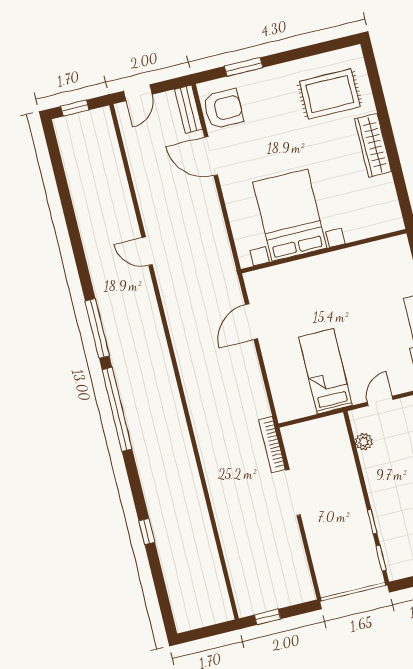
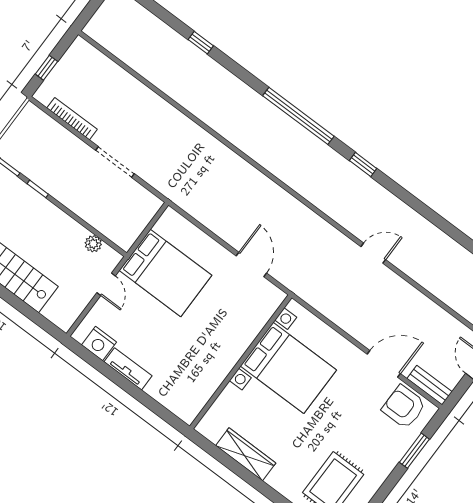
armchair: (223, 109) -> (404, 407), turned 90
wardrobe: (373, 145) -> (246, 454), moved
window: (97, 328) -> (363, 165), width x0.46
bed: (325, 371) -> (165, 273), width x1.50
bookcase: (272, 445) -> (72, 119), moved
window: (268, 617) -> (46, 68), moved

